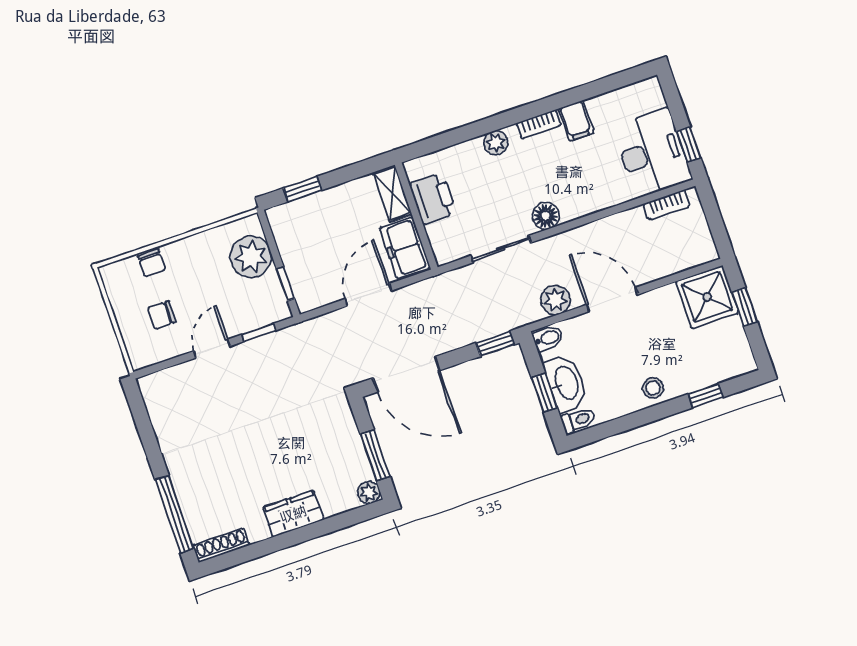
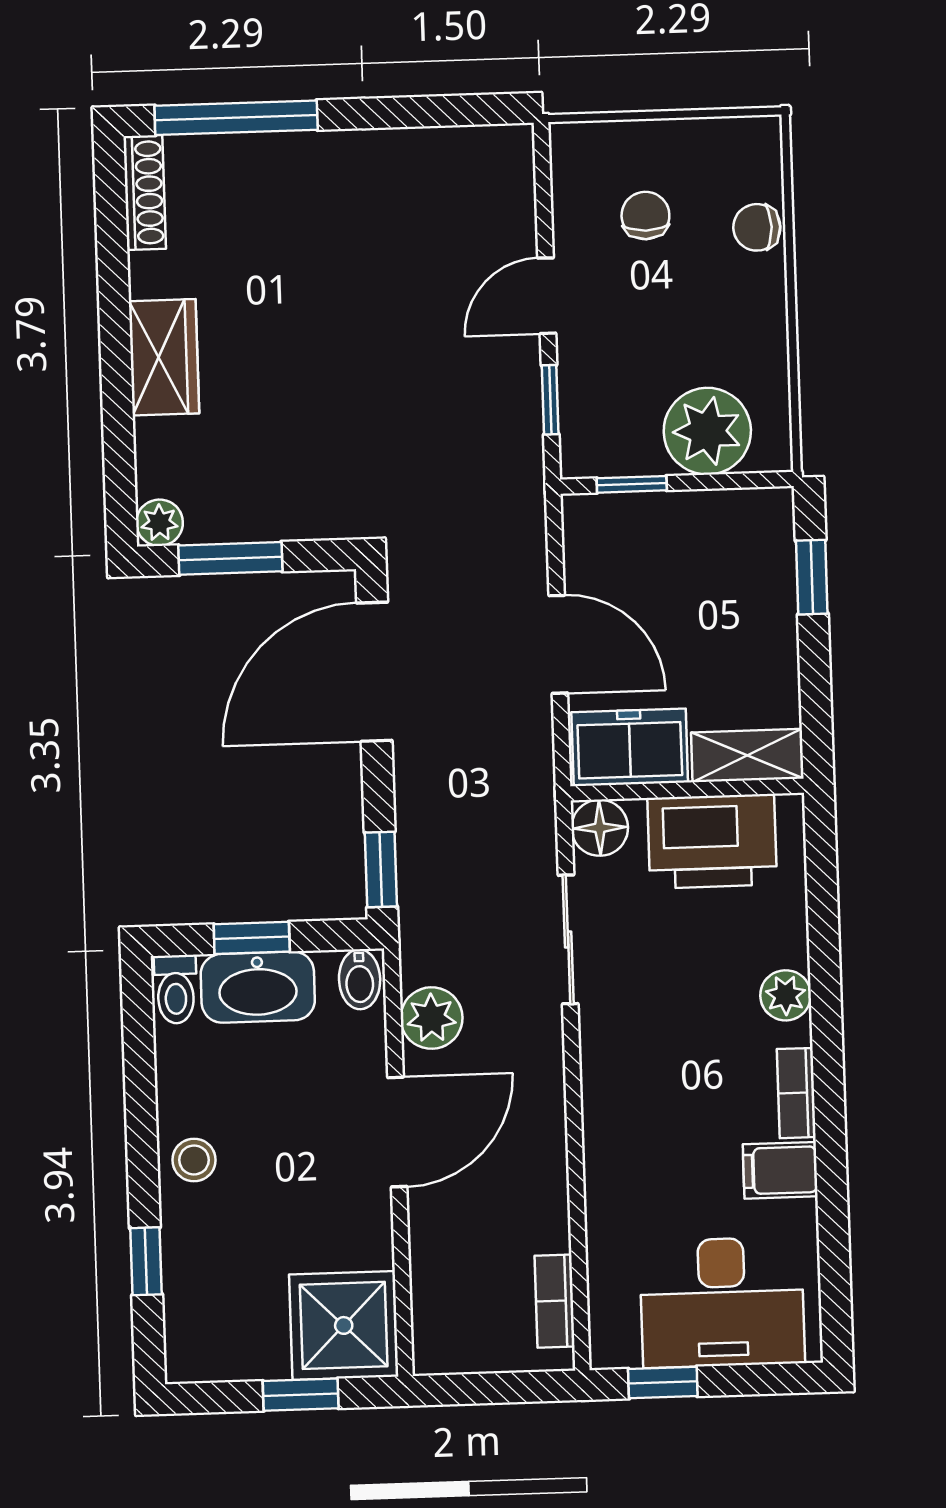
desk: (652, 153) -> (722, 1302), moved
printer: (433, 199) -> (712, 841), width x1.37, depth x1.19
floor lamp: (546, 216) -> (600, 828), moved
door: (212, 349) -> (547, 296), swing flipped

